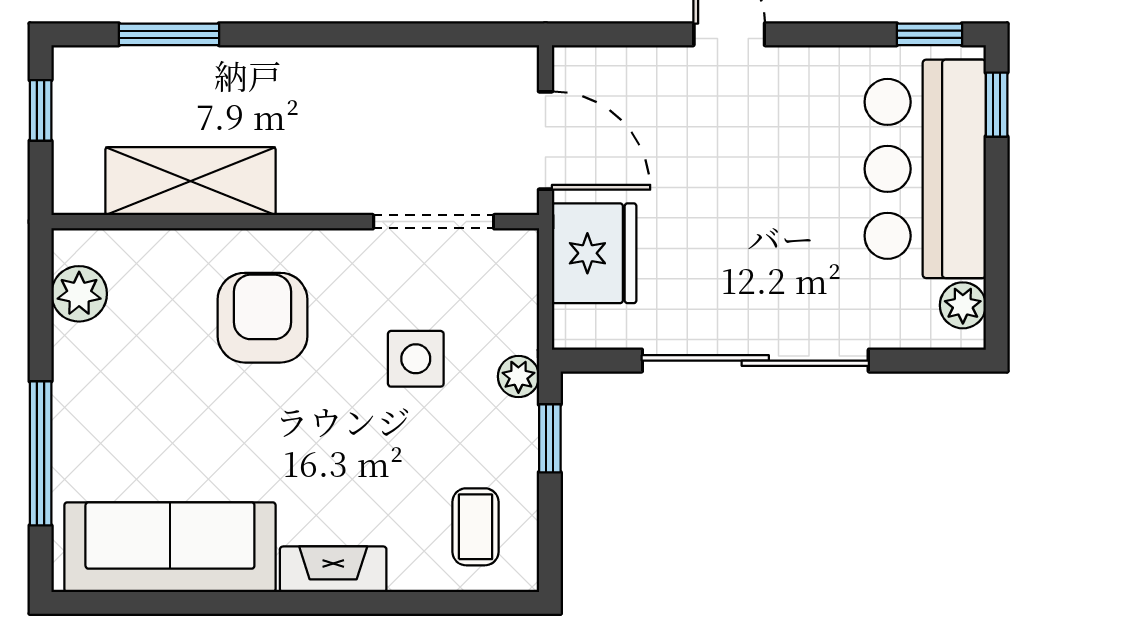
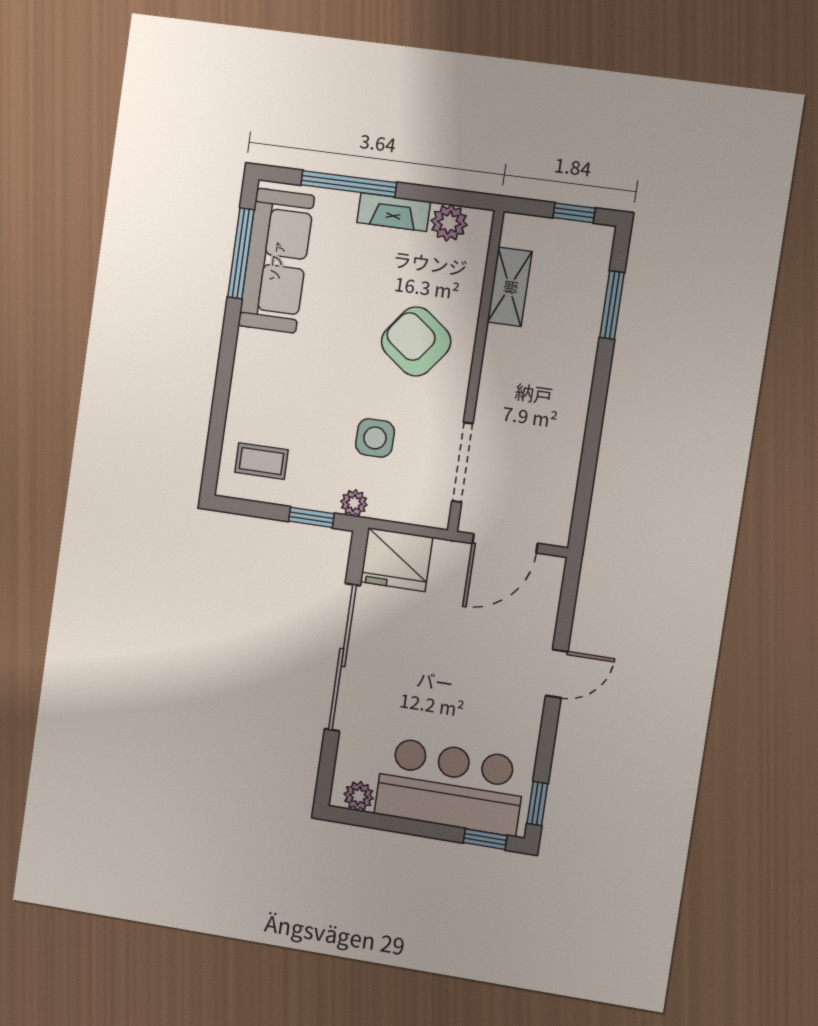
shelving: (191, 181) -> (510, 287), width x0.67, depth x0.75
fridge: (594, 253) -> (396, 559), moved
armchair: (262, 318) -> (416, 341), turned -143
fireplace: (333, 569) -> (394, 212), moved, turned 90
window: (166, 603) -> (241, 253), added

